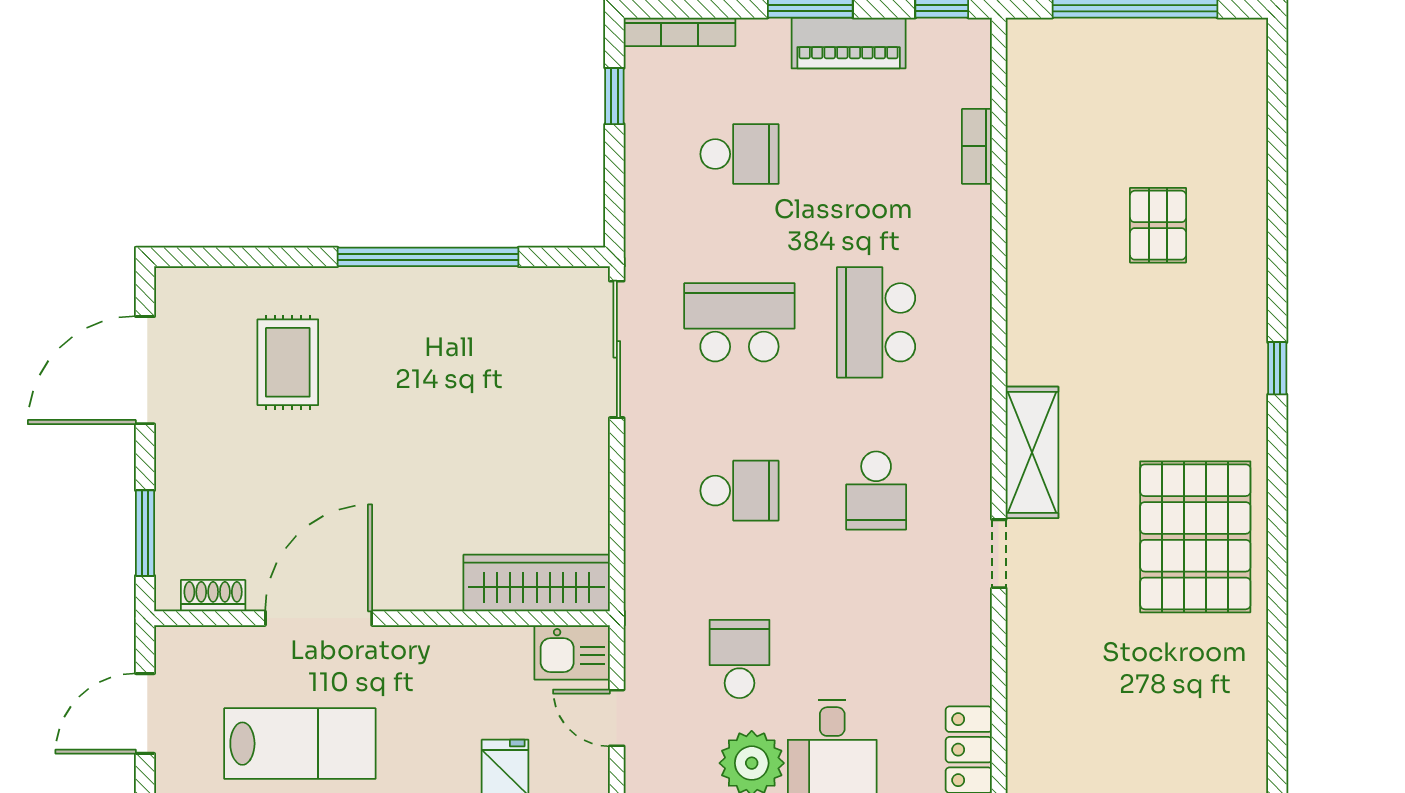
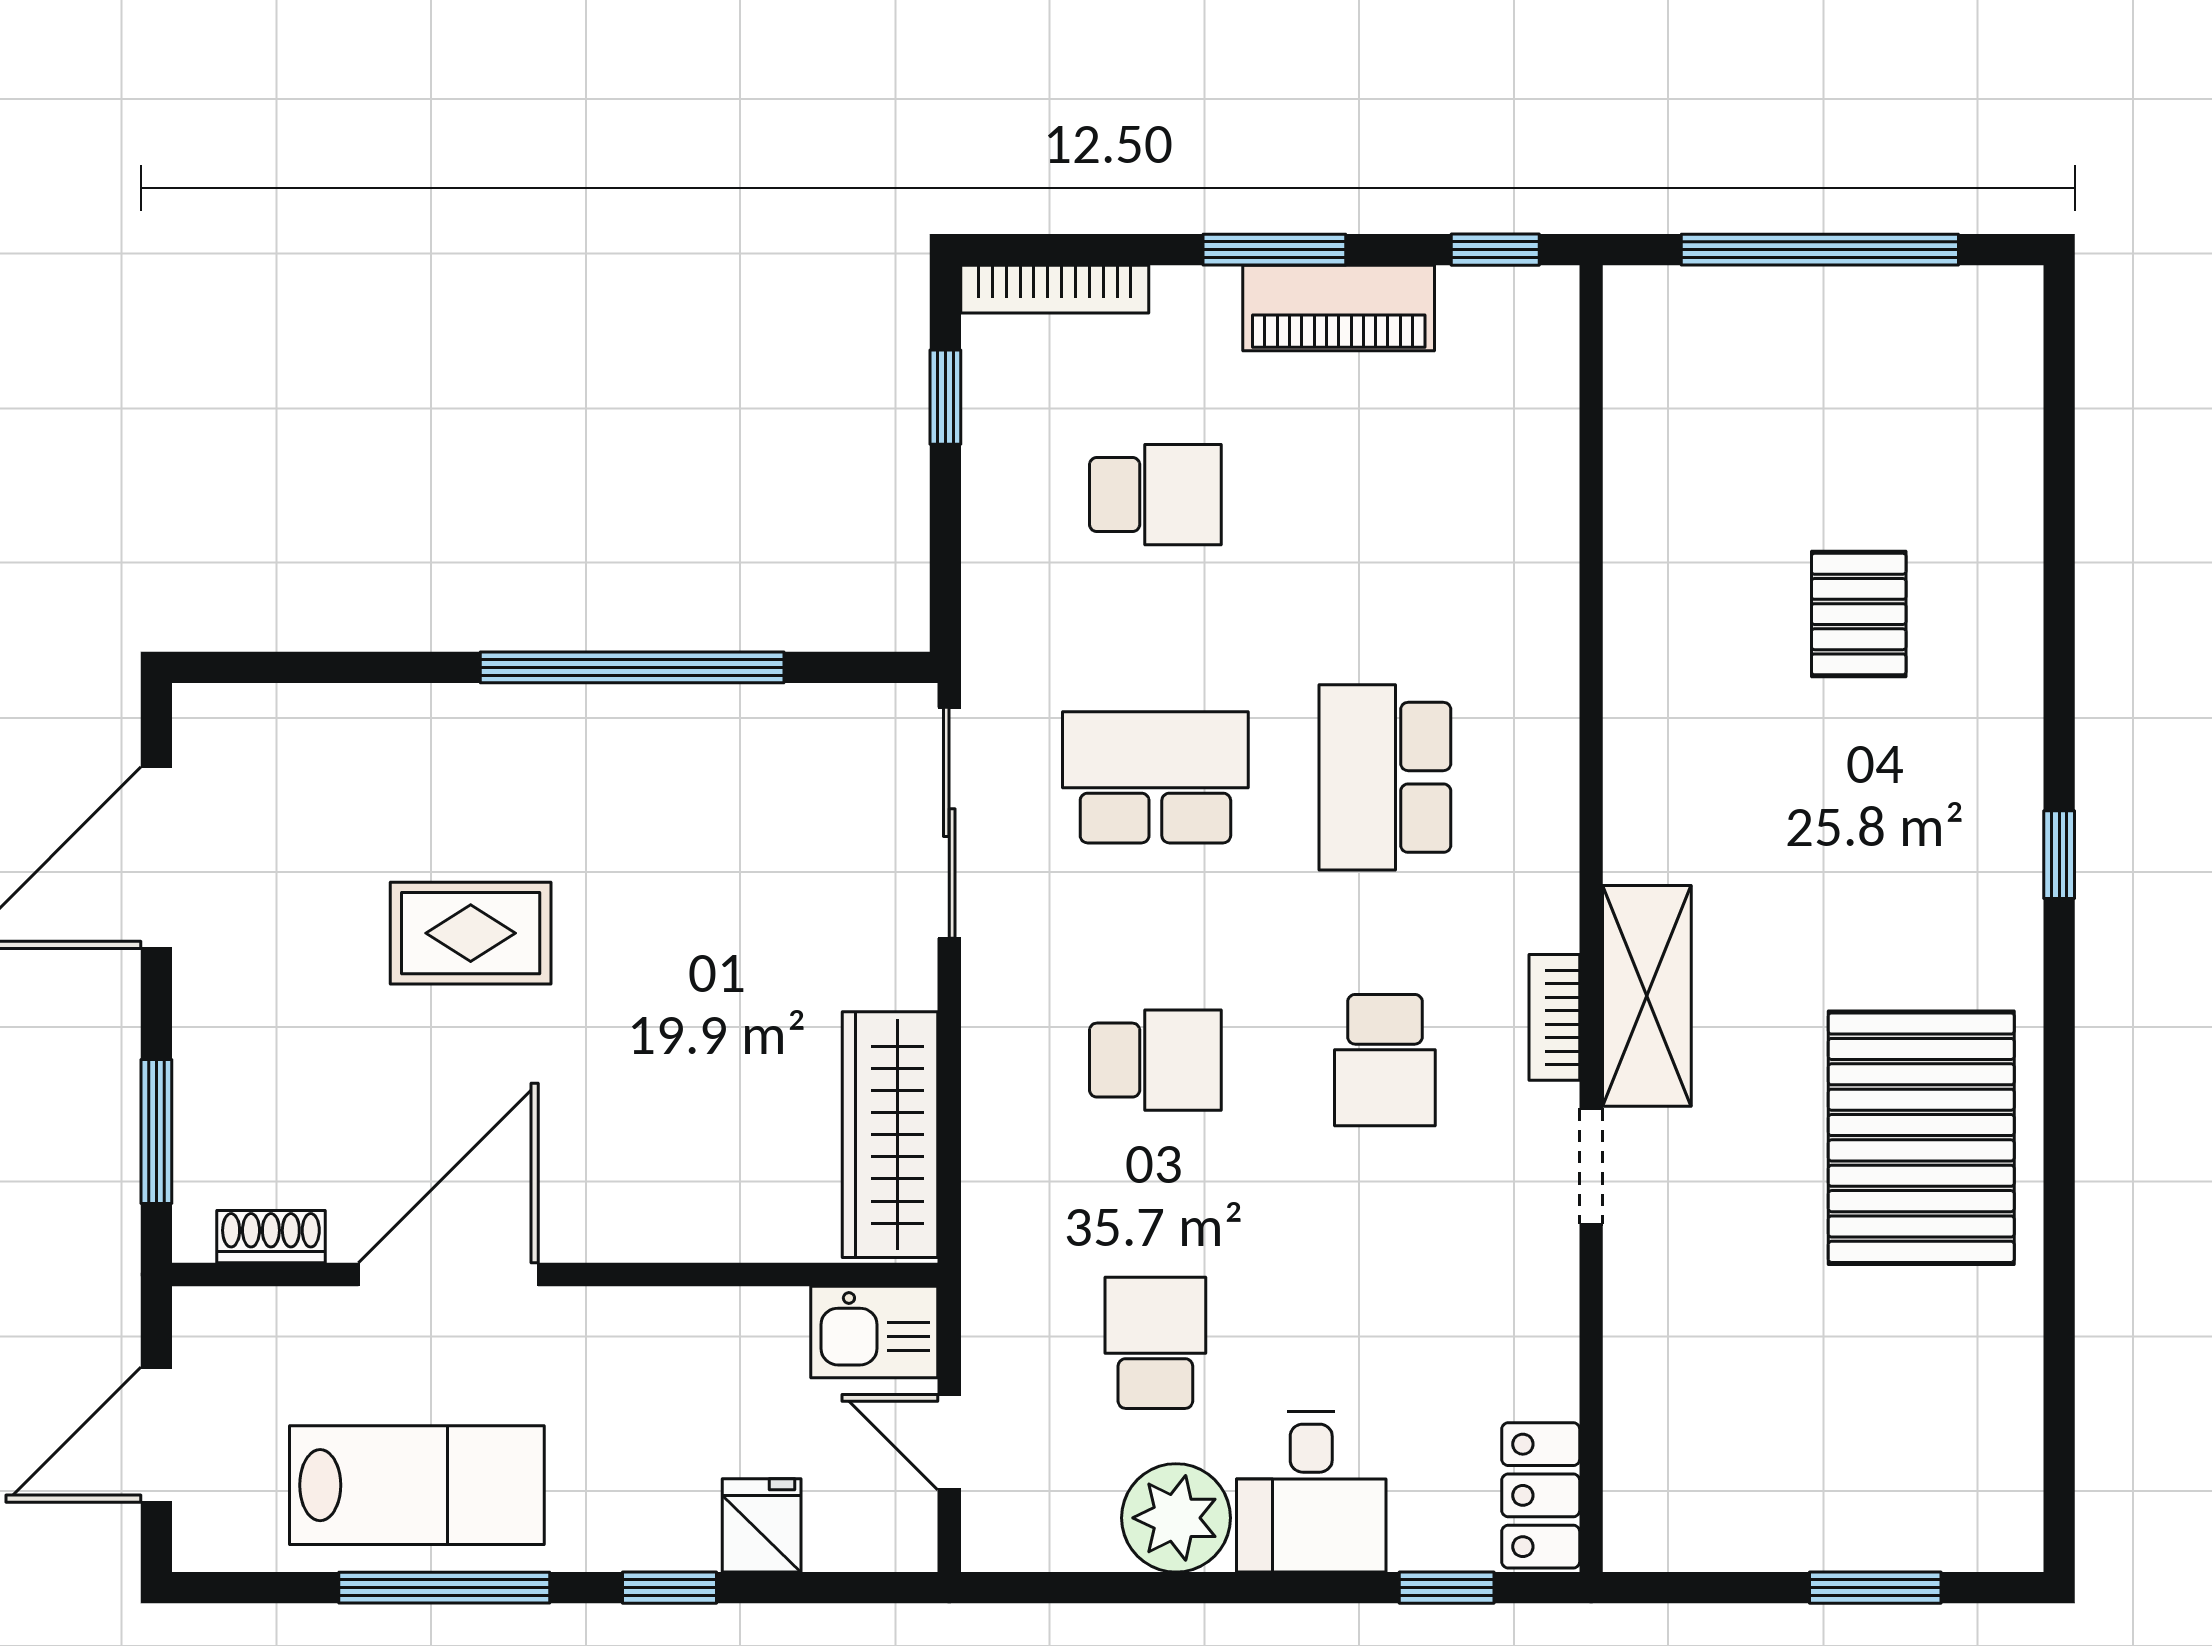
bookcase: (977, 146) -> (1554, 1017), moved
rug: (288, 362) -> (471, 933), moved, turned 90
wardrobe: (537, 583) -> (890, 1135), moved, turned -90

